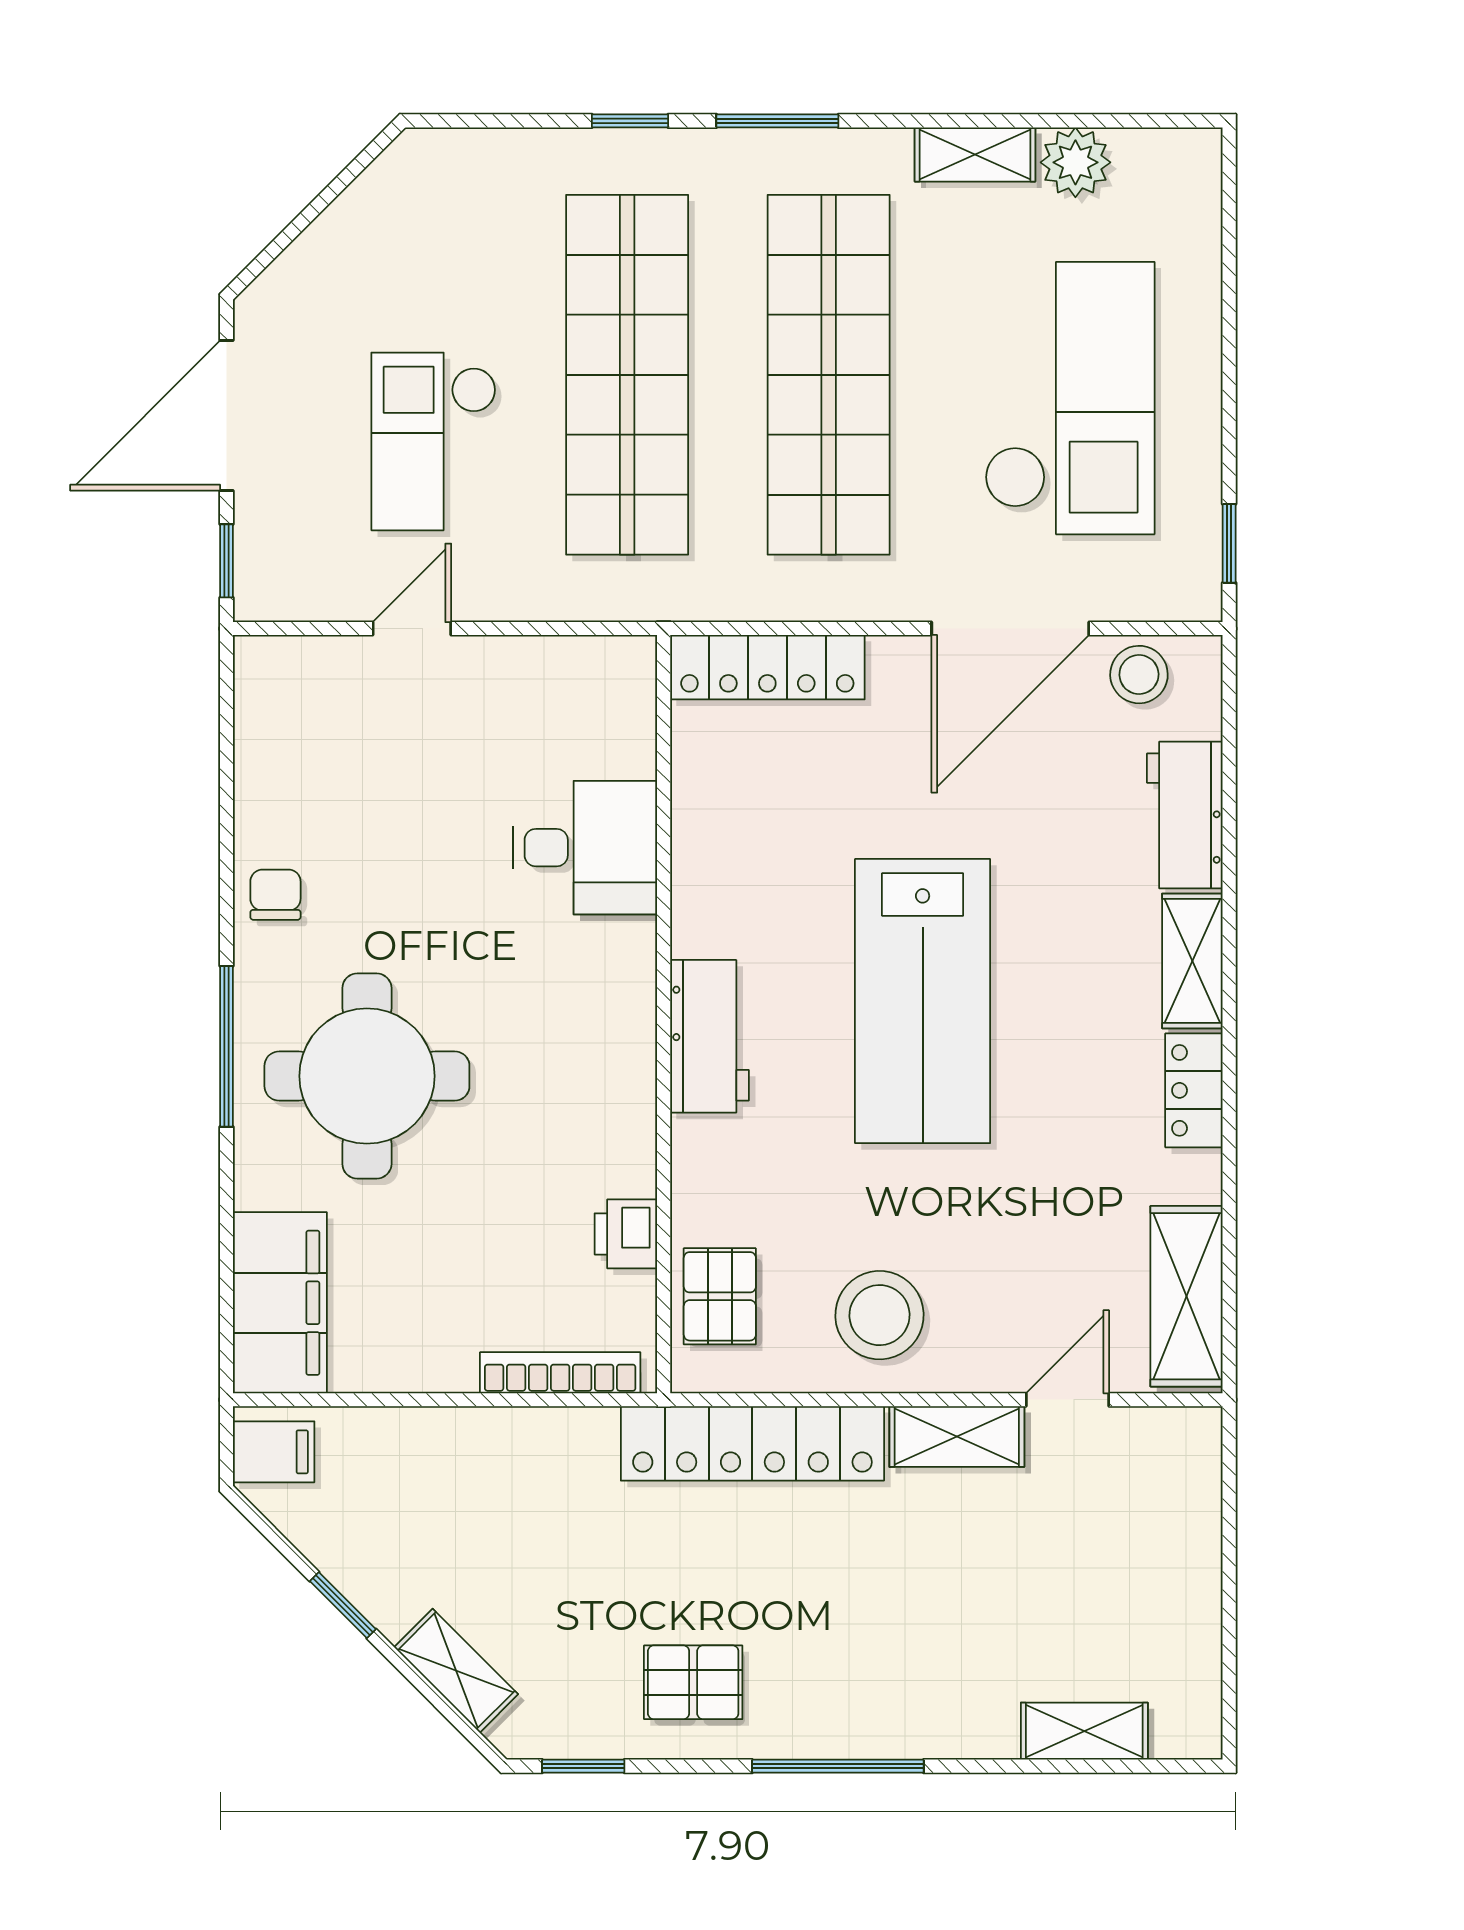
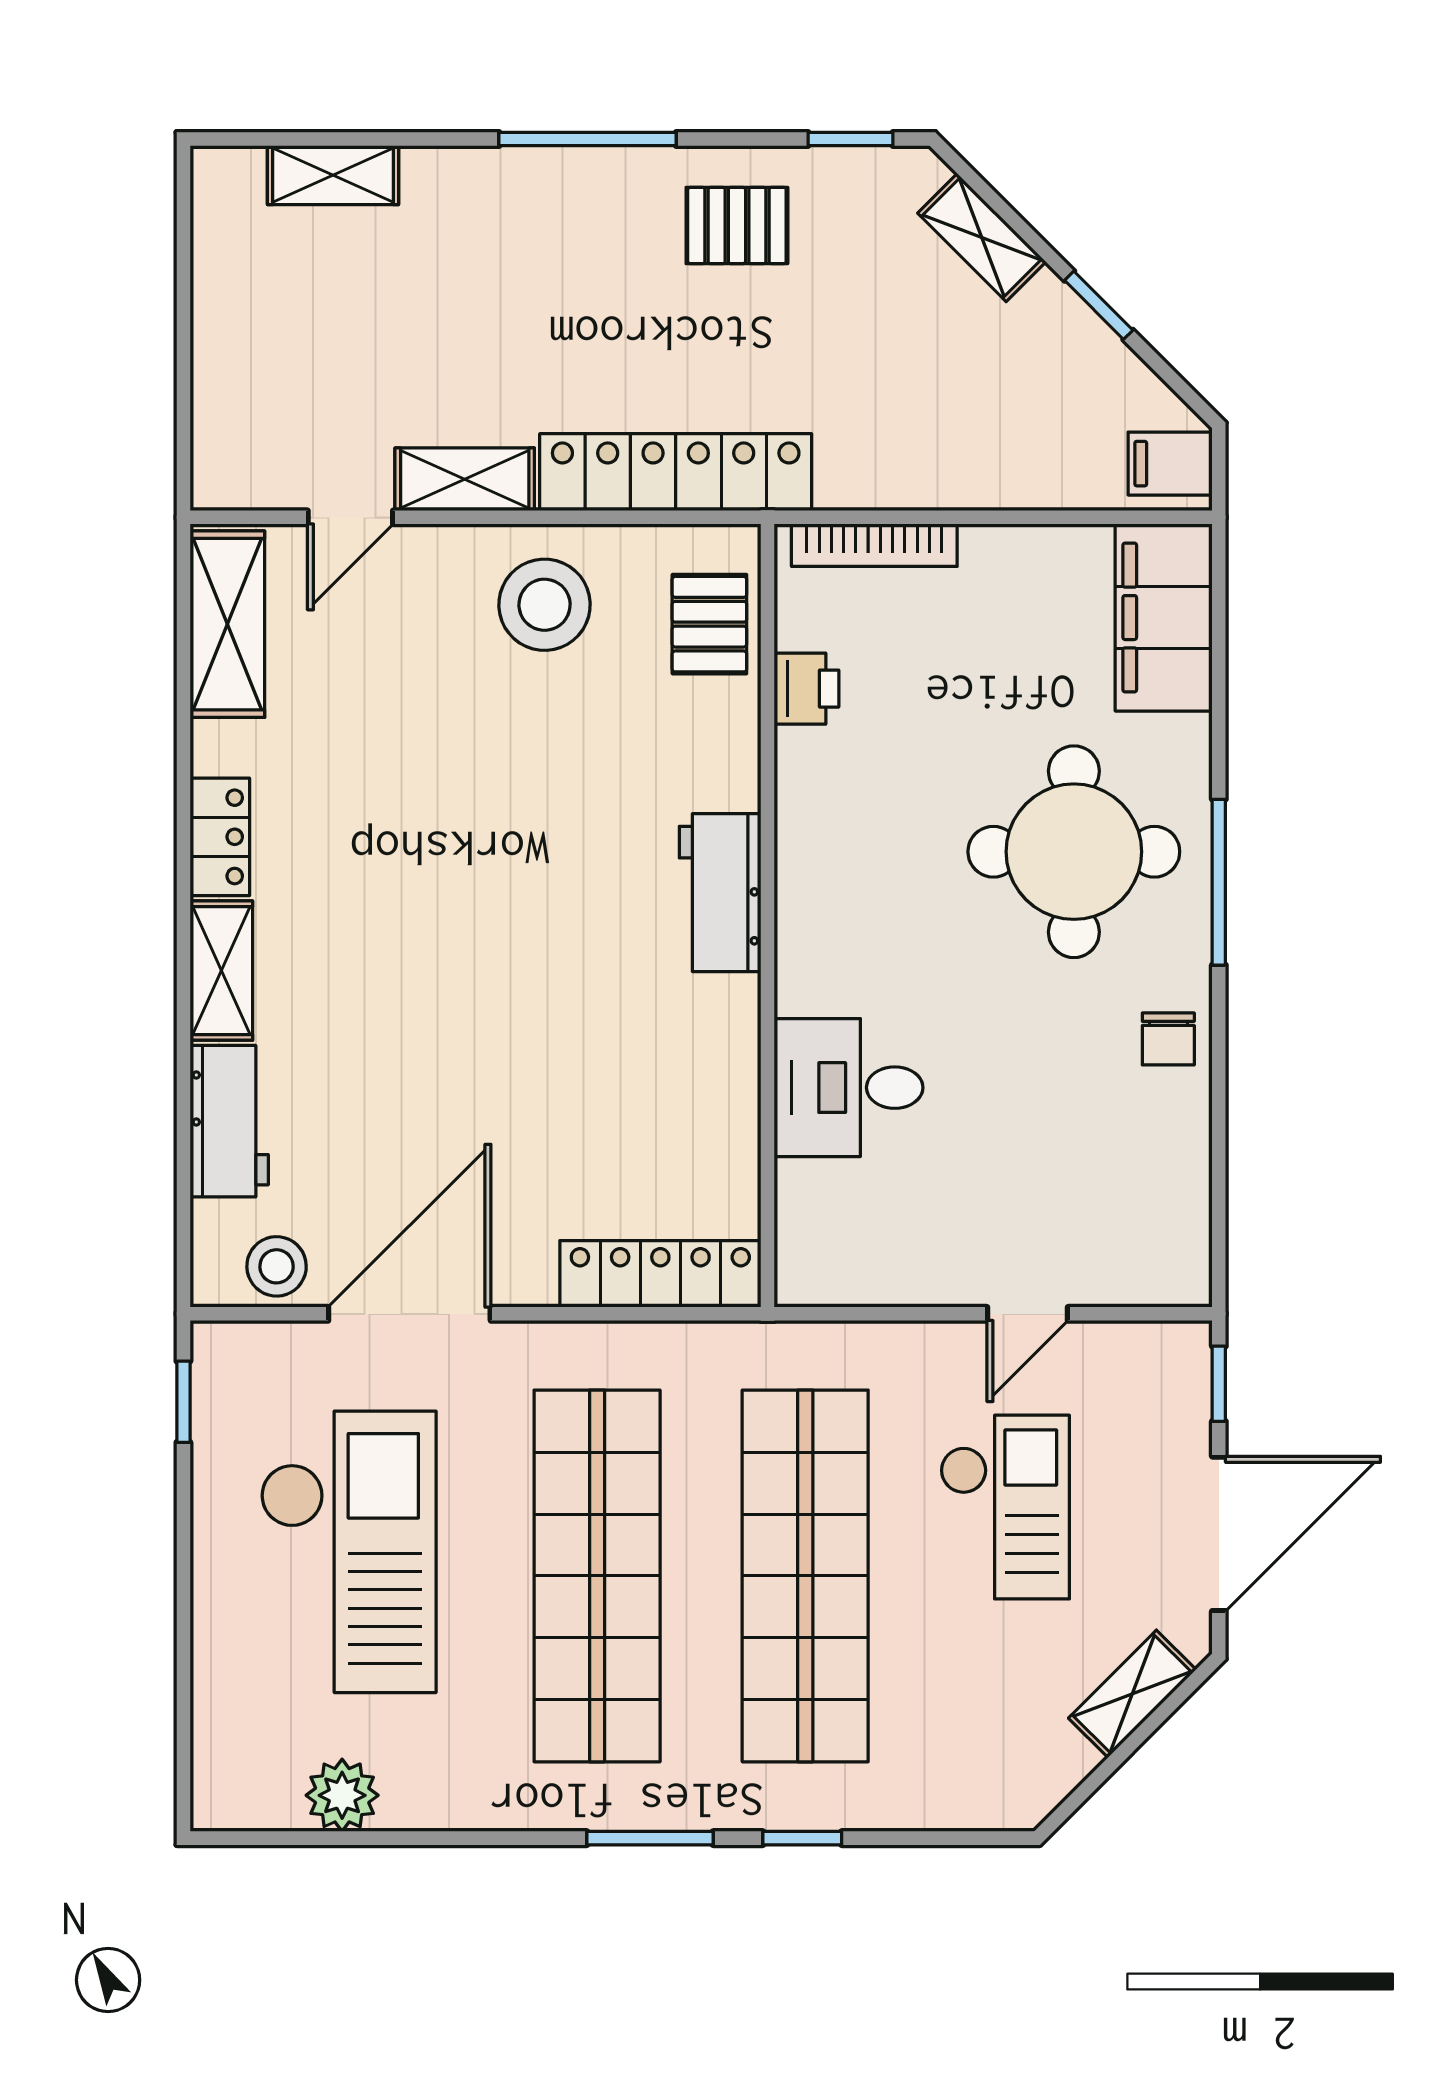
shelving: (975, 154) -> (1132, 1694), moved, turned -45
checkout: (1070, 398) -> (348, 1552), turned 180
lab bench: (923, 1001) -> (500, 929), removed

